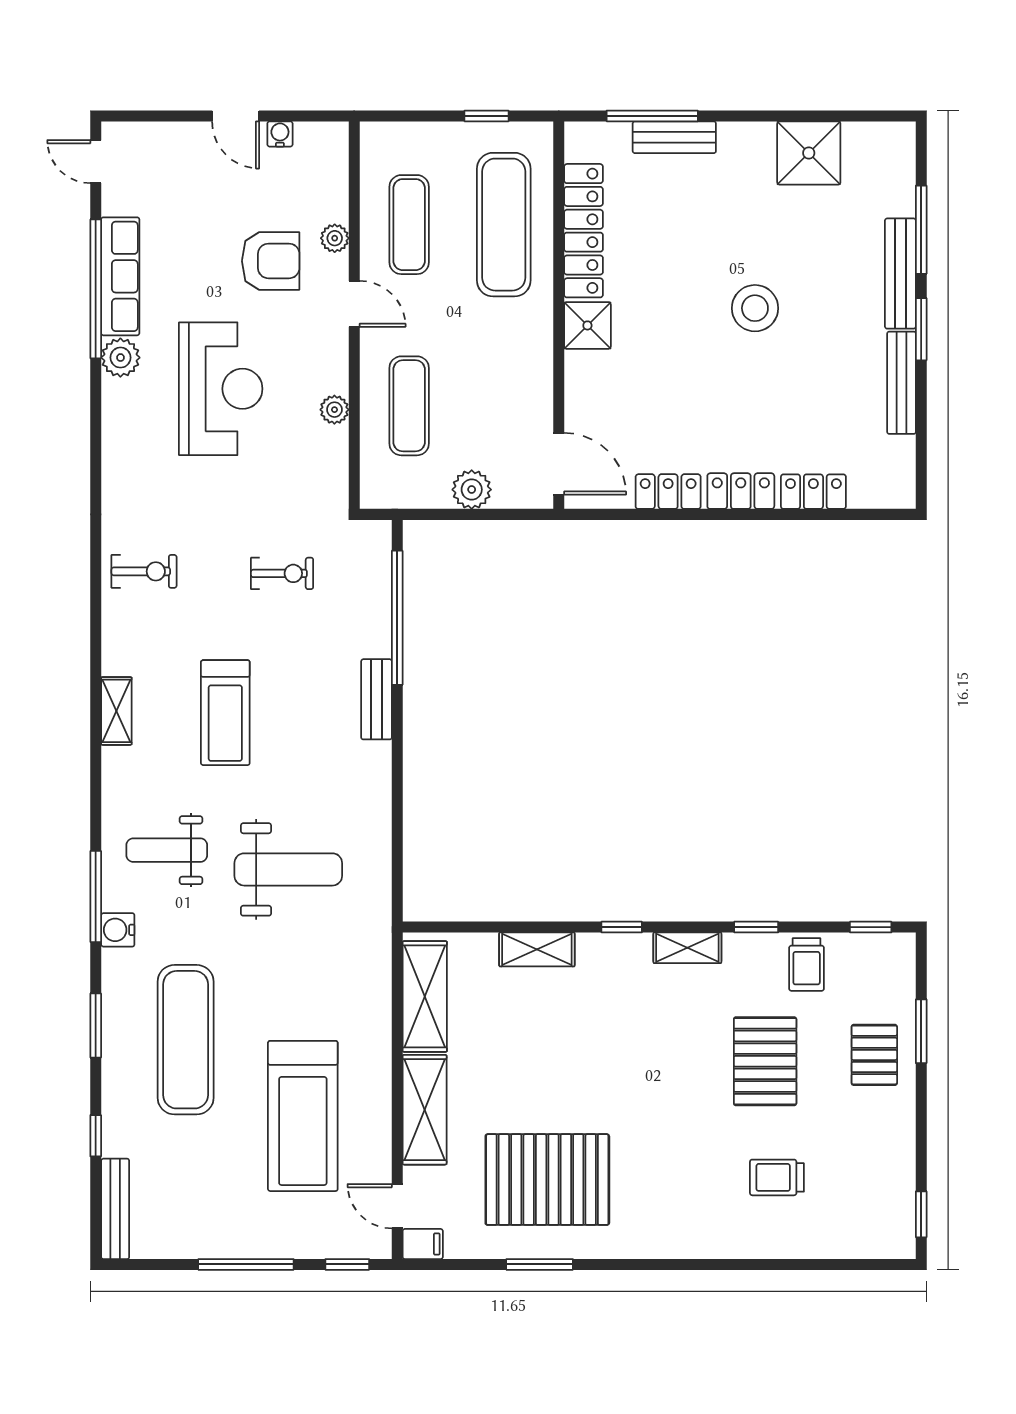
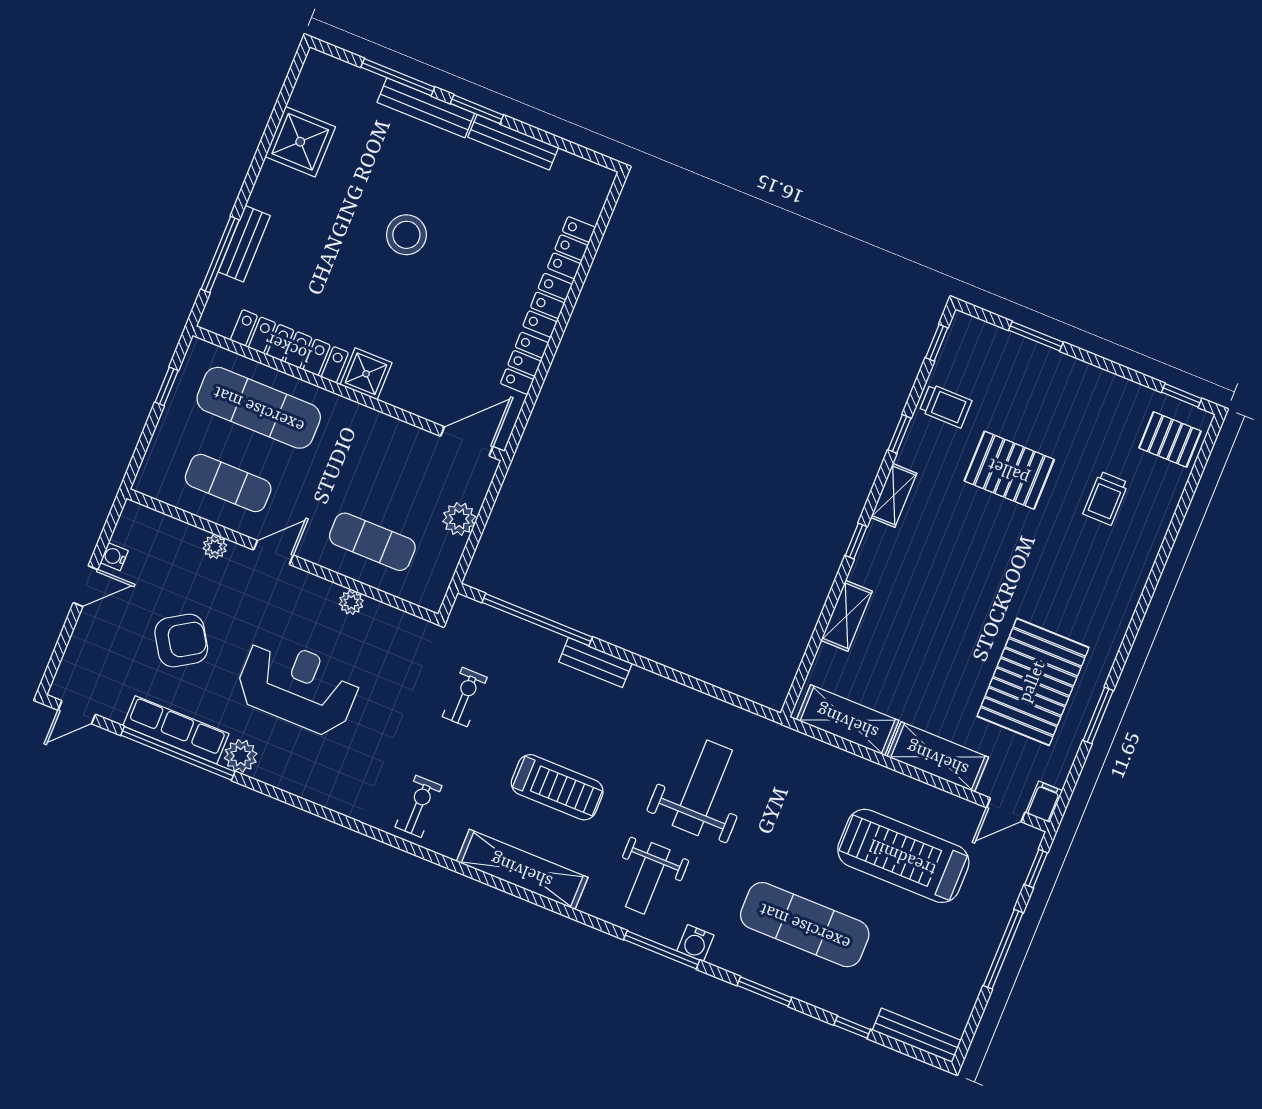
armchair: (271, 261) -> (181, 640), moved, turned 58
shelving: (116, 711) -> (522, 869), width x2.20, depth x1.33
pallet: (874, 1055) -> (1170, 439), moved
treadmill: (303, 1116) -> (903, 856), turned 180

